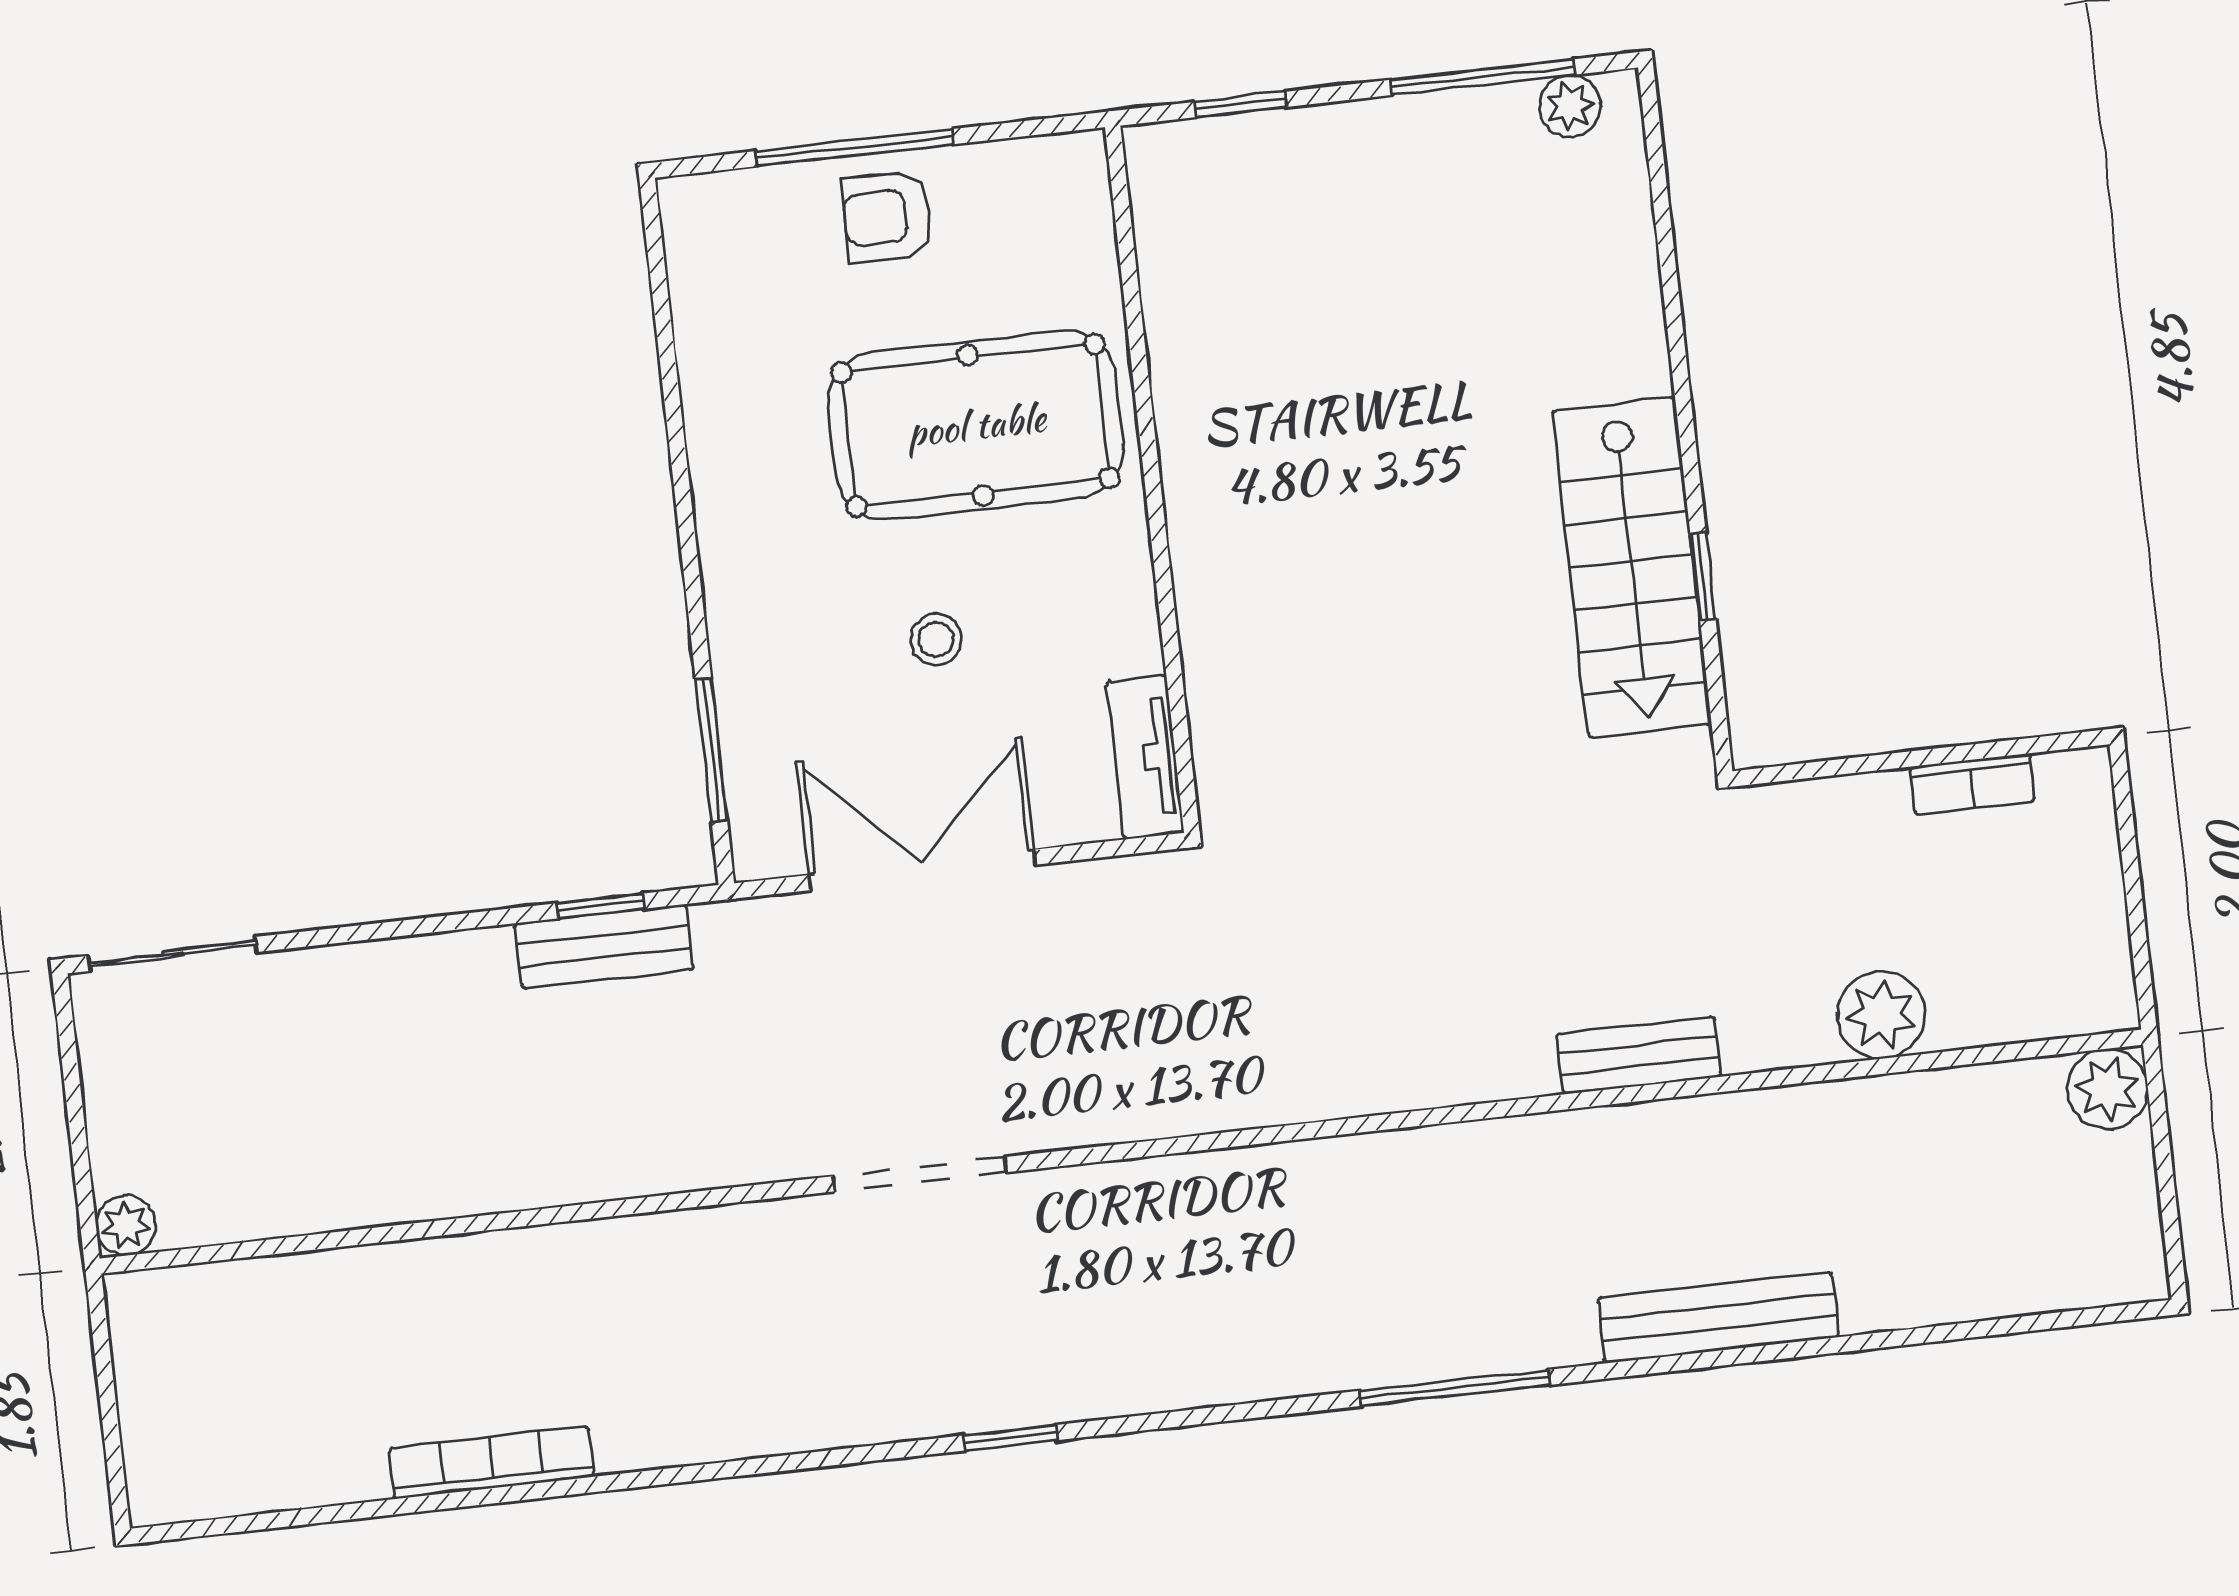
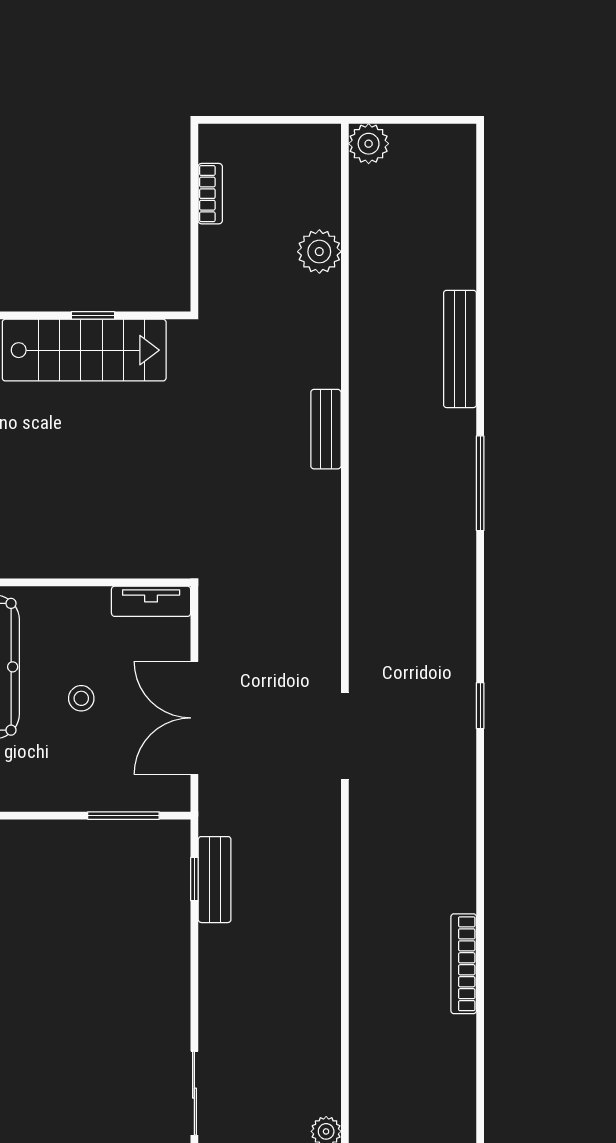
bench: (1639, 1055) -> (326, 429), moved

